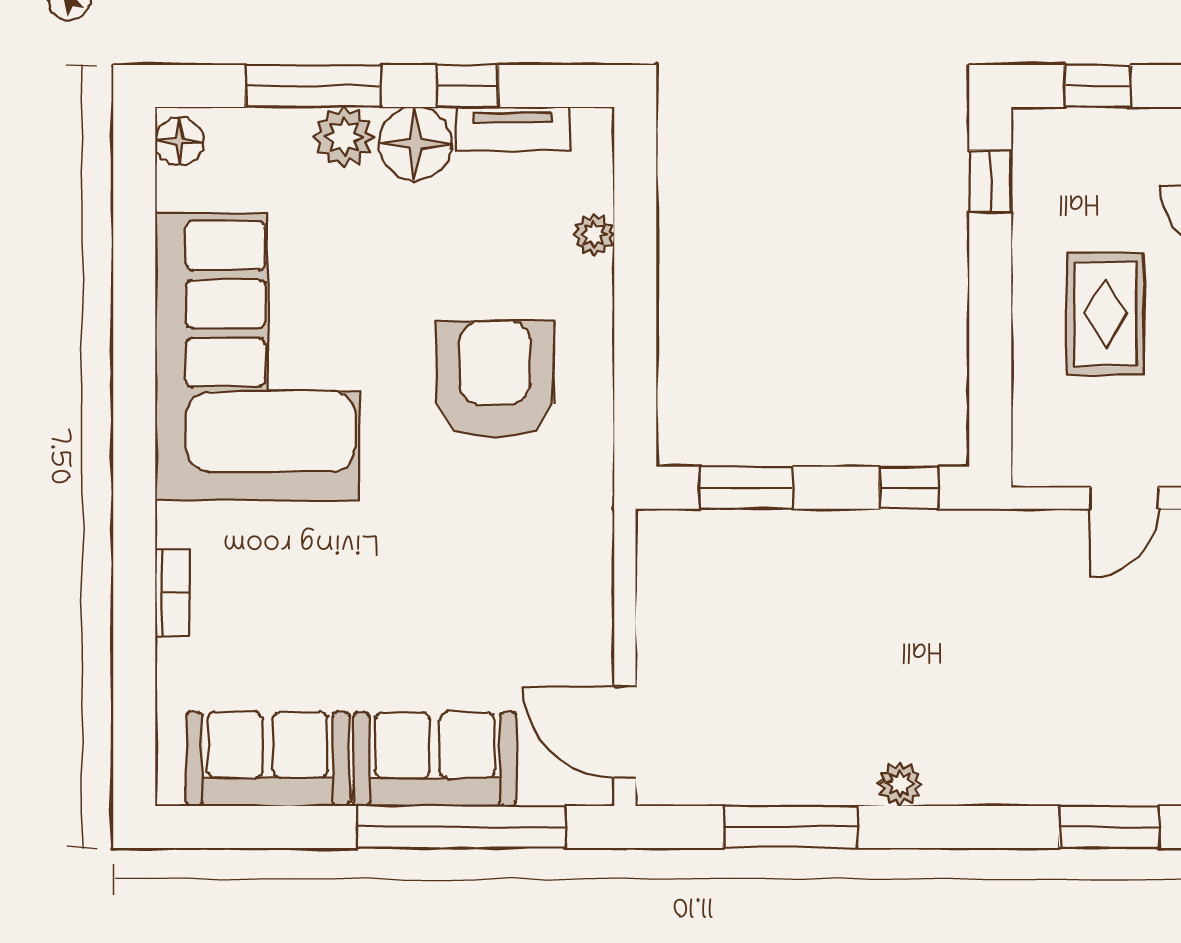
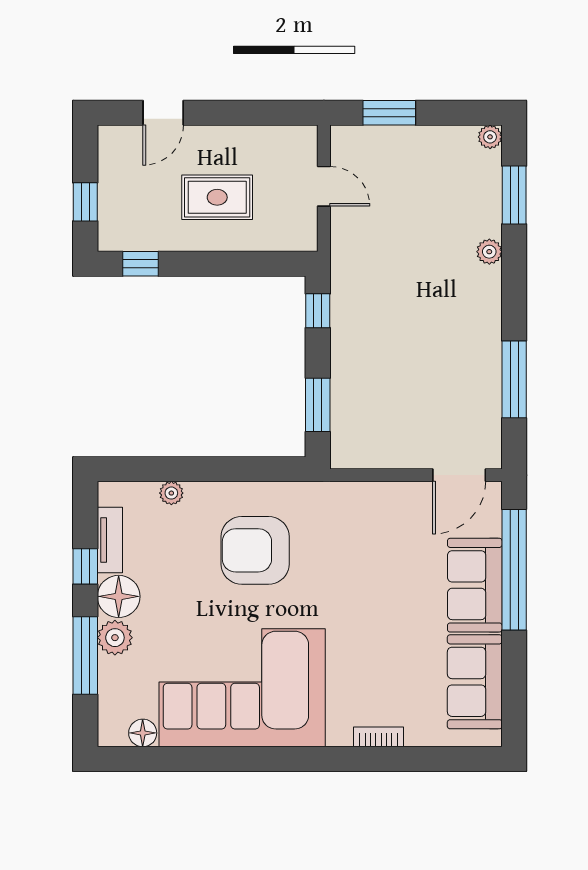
floor lamp: (179, 141) -> (143, 733), moved
plant: (900, 784) -> (489, 252), moved

